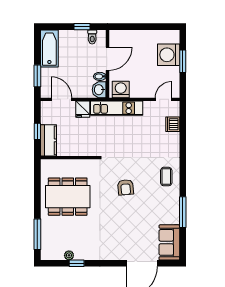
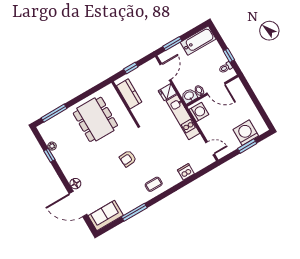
dishwasher: (173, 124) -> (186, 172), moved
kitchen counter: (48, 140) -> (129, 94), moved, turned -90
floor lamp: (120, 254) -> (75, 184), added

